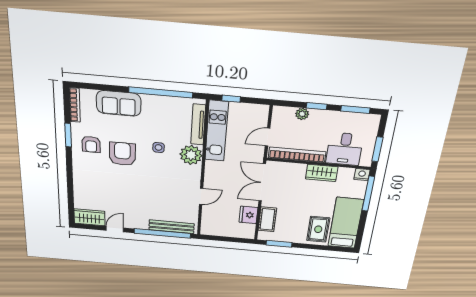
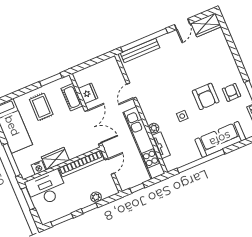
window: (231, 99) -> (137, 188), moved
sofa: (119, 103) -> (220, 139), width x1.36
tv unit: (198, 125) -> (161, 145), width x0.71
kitchen unit: (217, 131) -> (144, 143), width x1.36
desk: (345, 149) -> (46, 188), width x1.37
plant: (191, 155) -> (154, 128), width x0.53, depth x0.53
nightstand: (362, 175) -> (38, 168), moved
rug: (318, 229) -> (41, 107), moved

